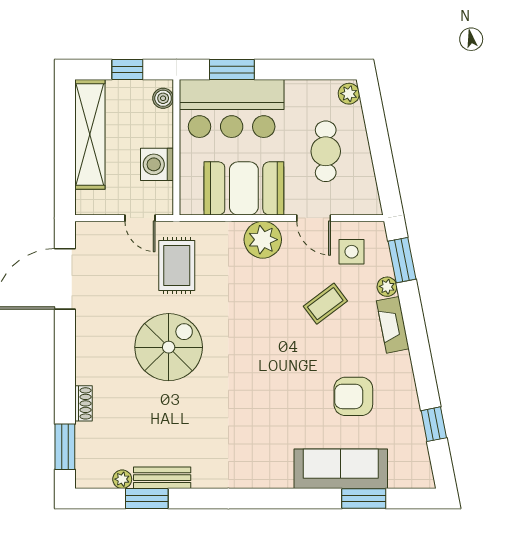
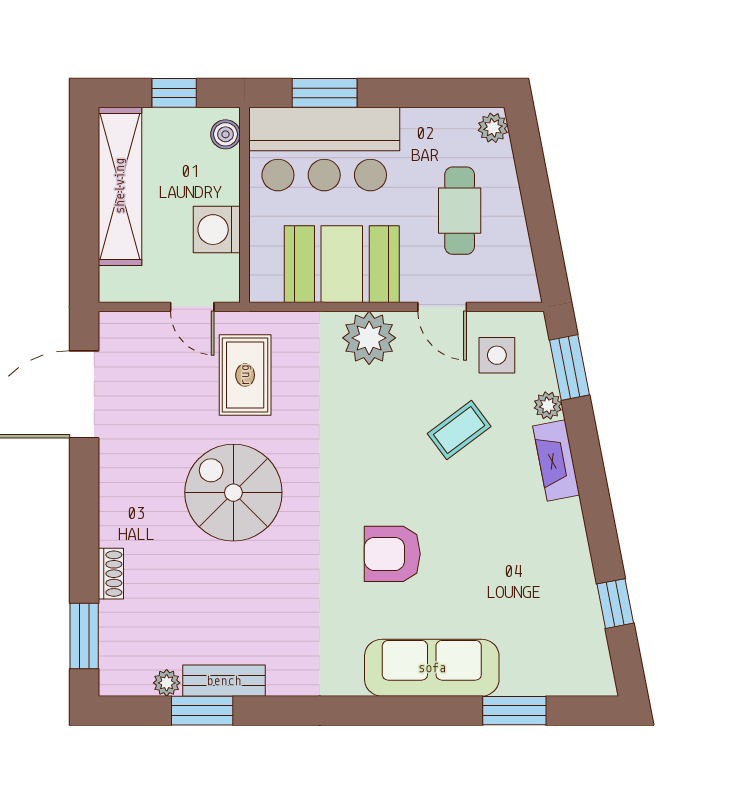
spiral stairs: (169, 347) -> (233, 493), turned -90
armchair: (353, 396) -> (392, 554), moved
sofa: (341, 469) -> (432, 668), moved

